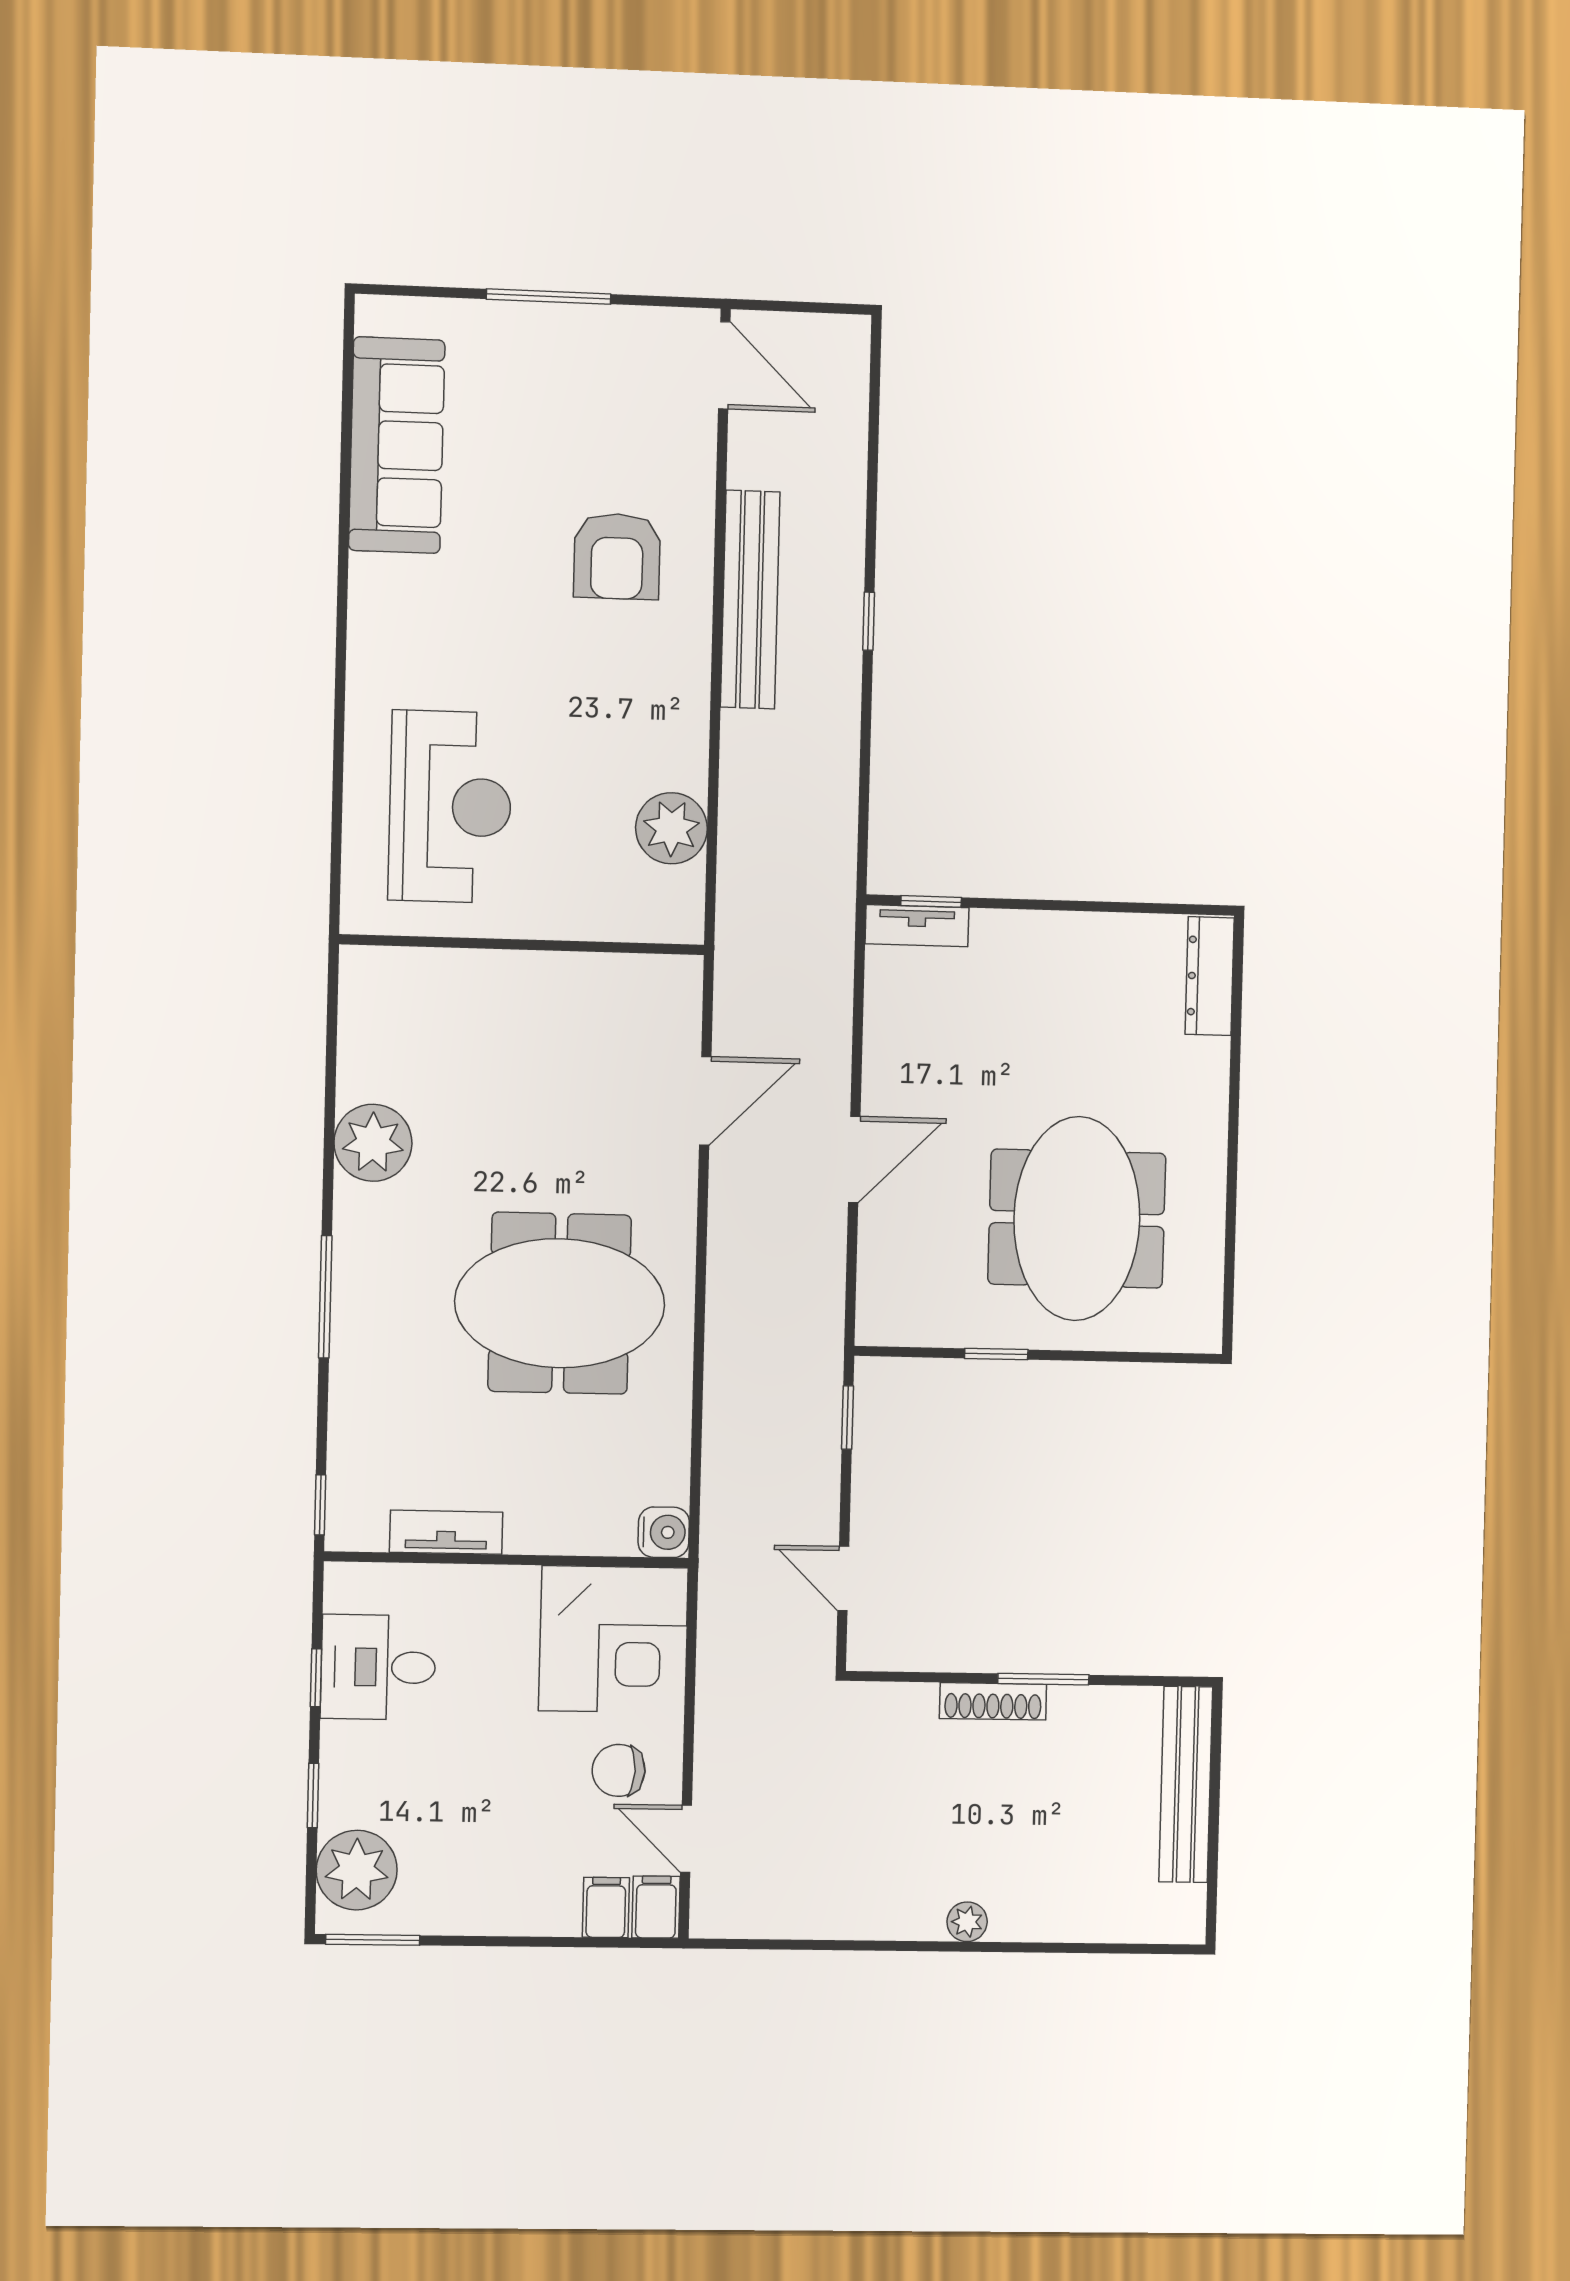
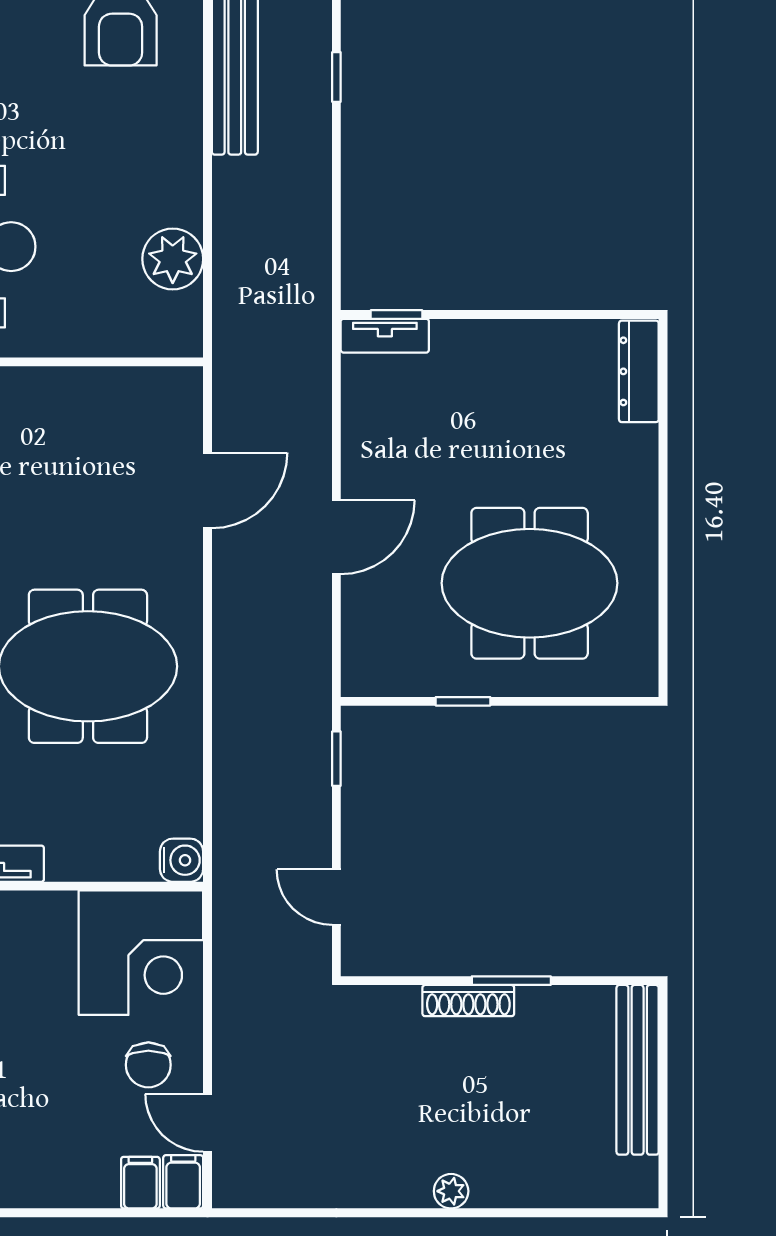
meeting table: (1077, 1219) -> (530, 583), turned 90
chair: (619, 1770) -> (148, 1065), turned -92

